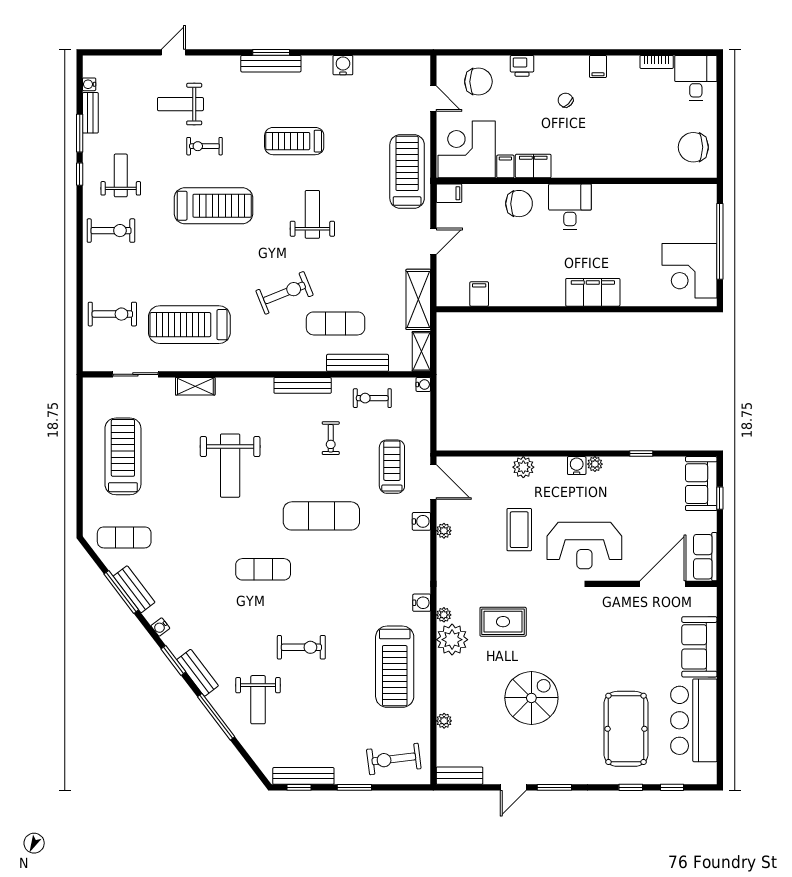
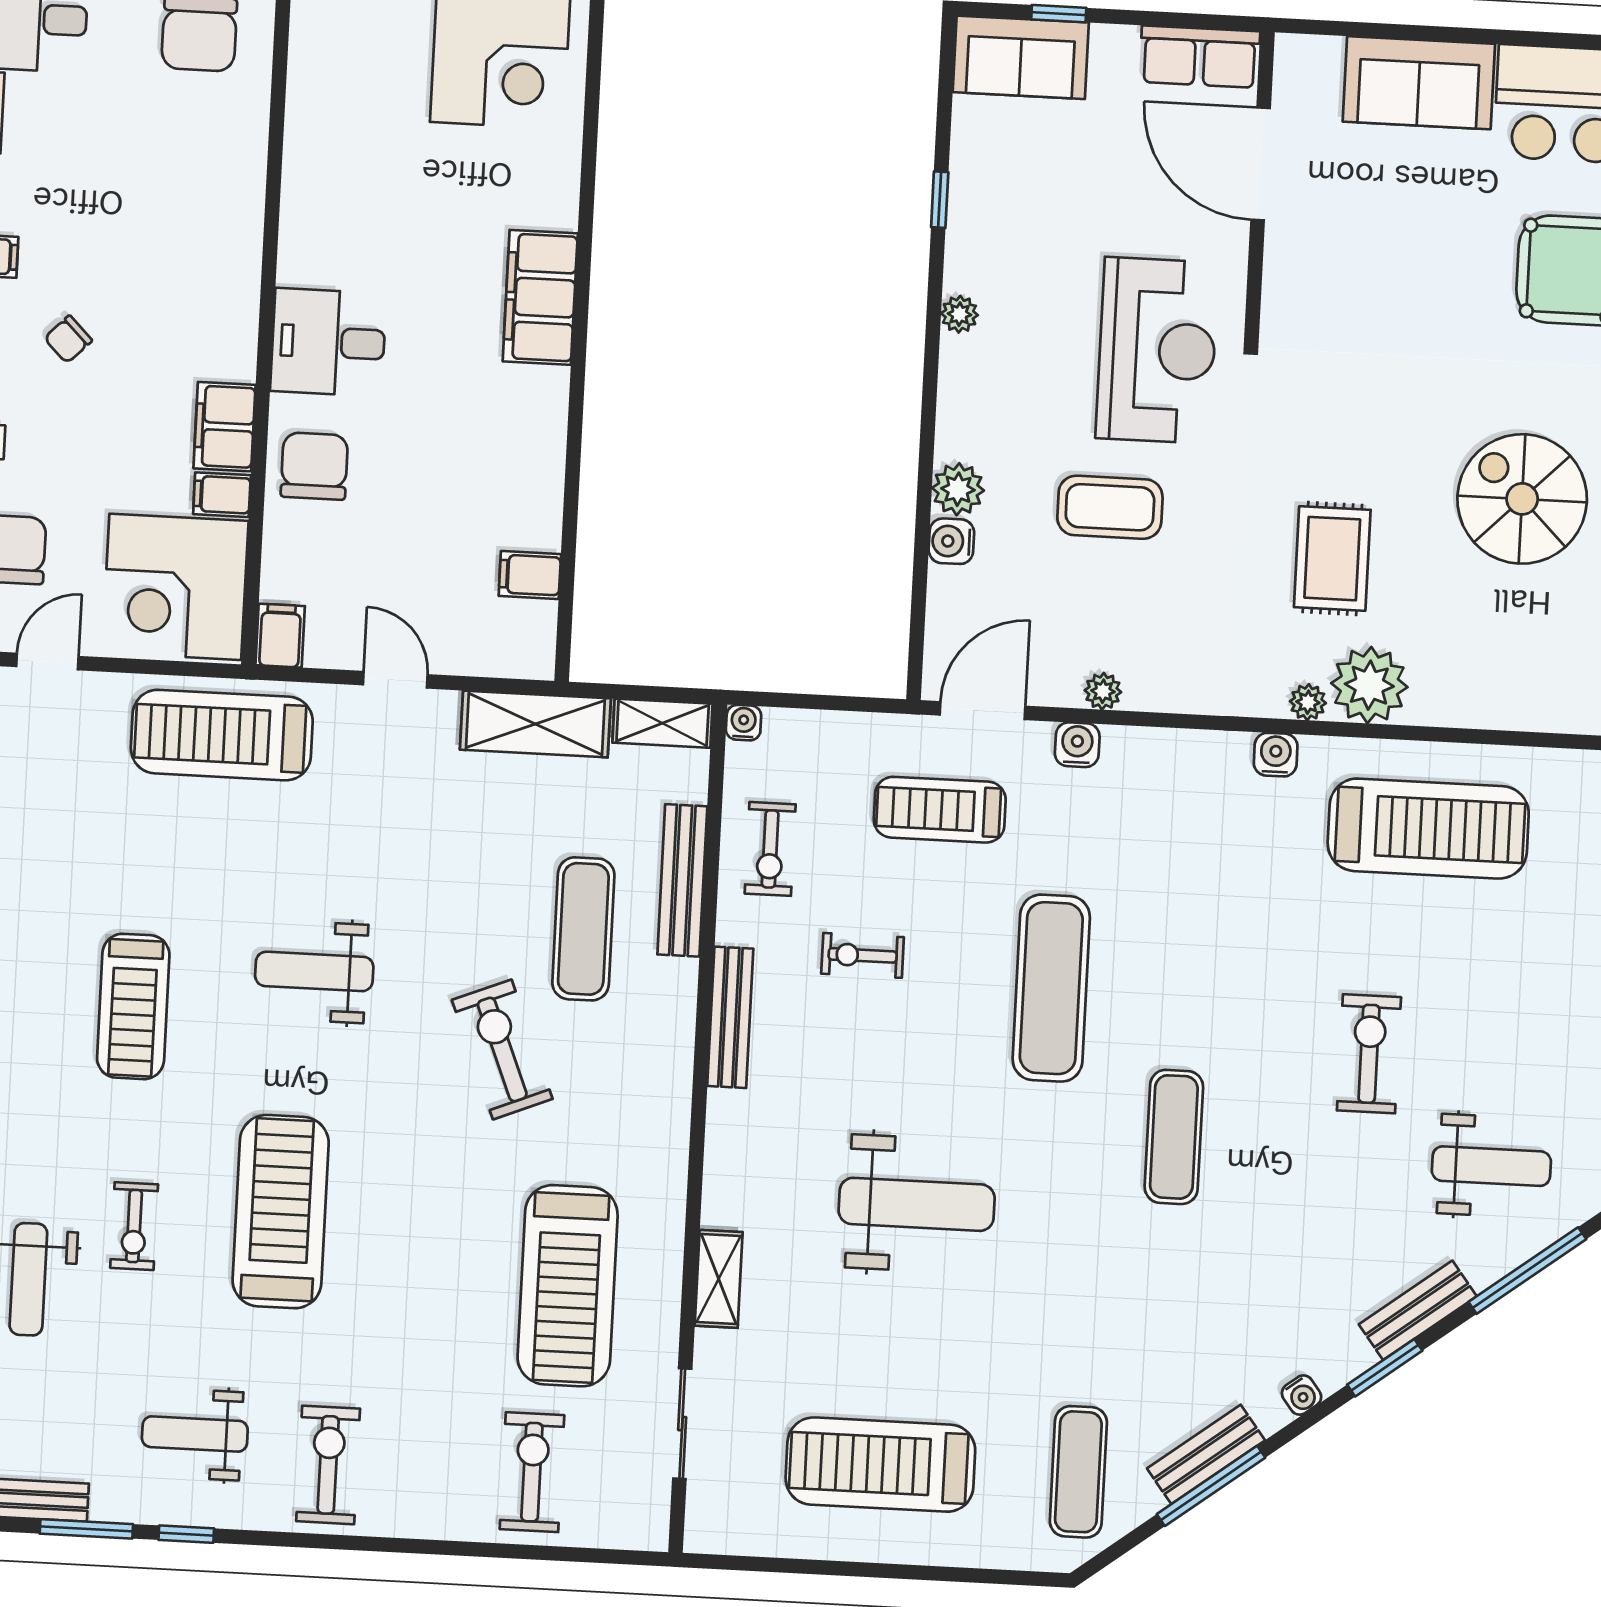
exercise bike: (331, 438) -> (863, 955), turned 180
water cooler: (577, 466) -> (951, 541), moved
plant: (444, 721) -> (1566, 715), removed

